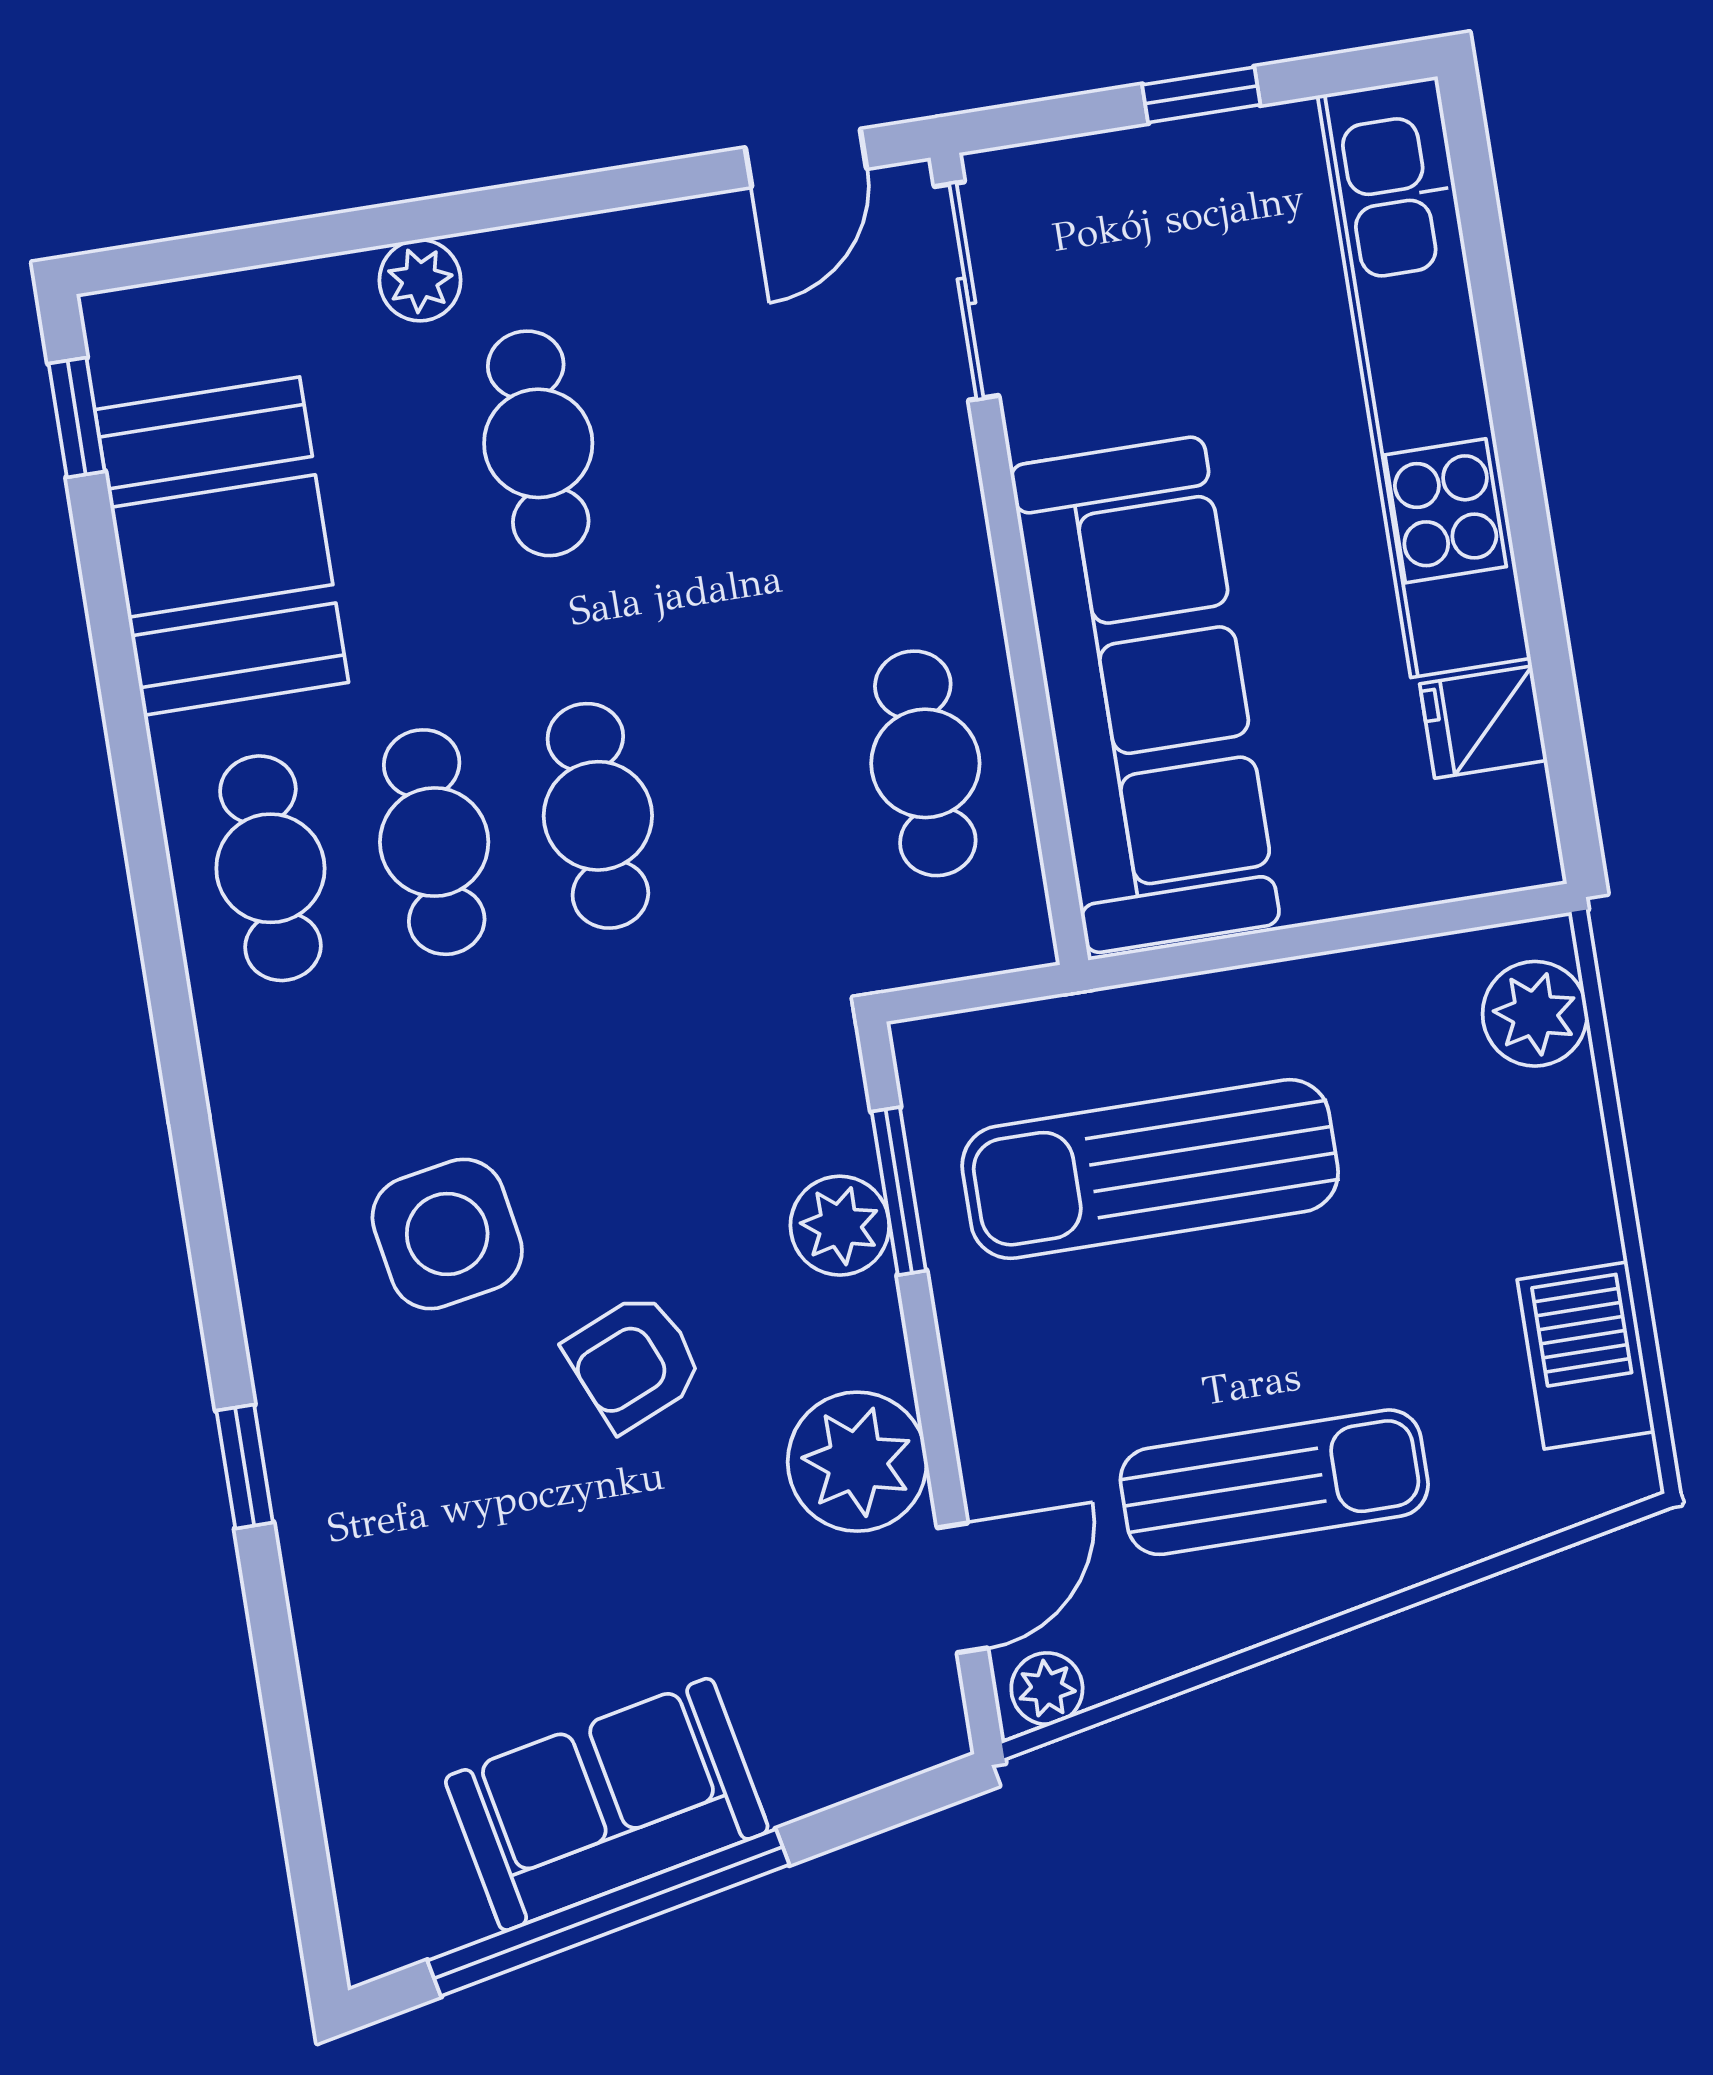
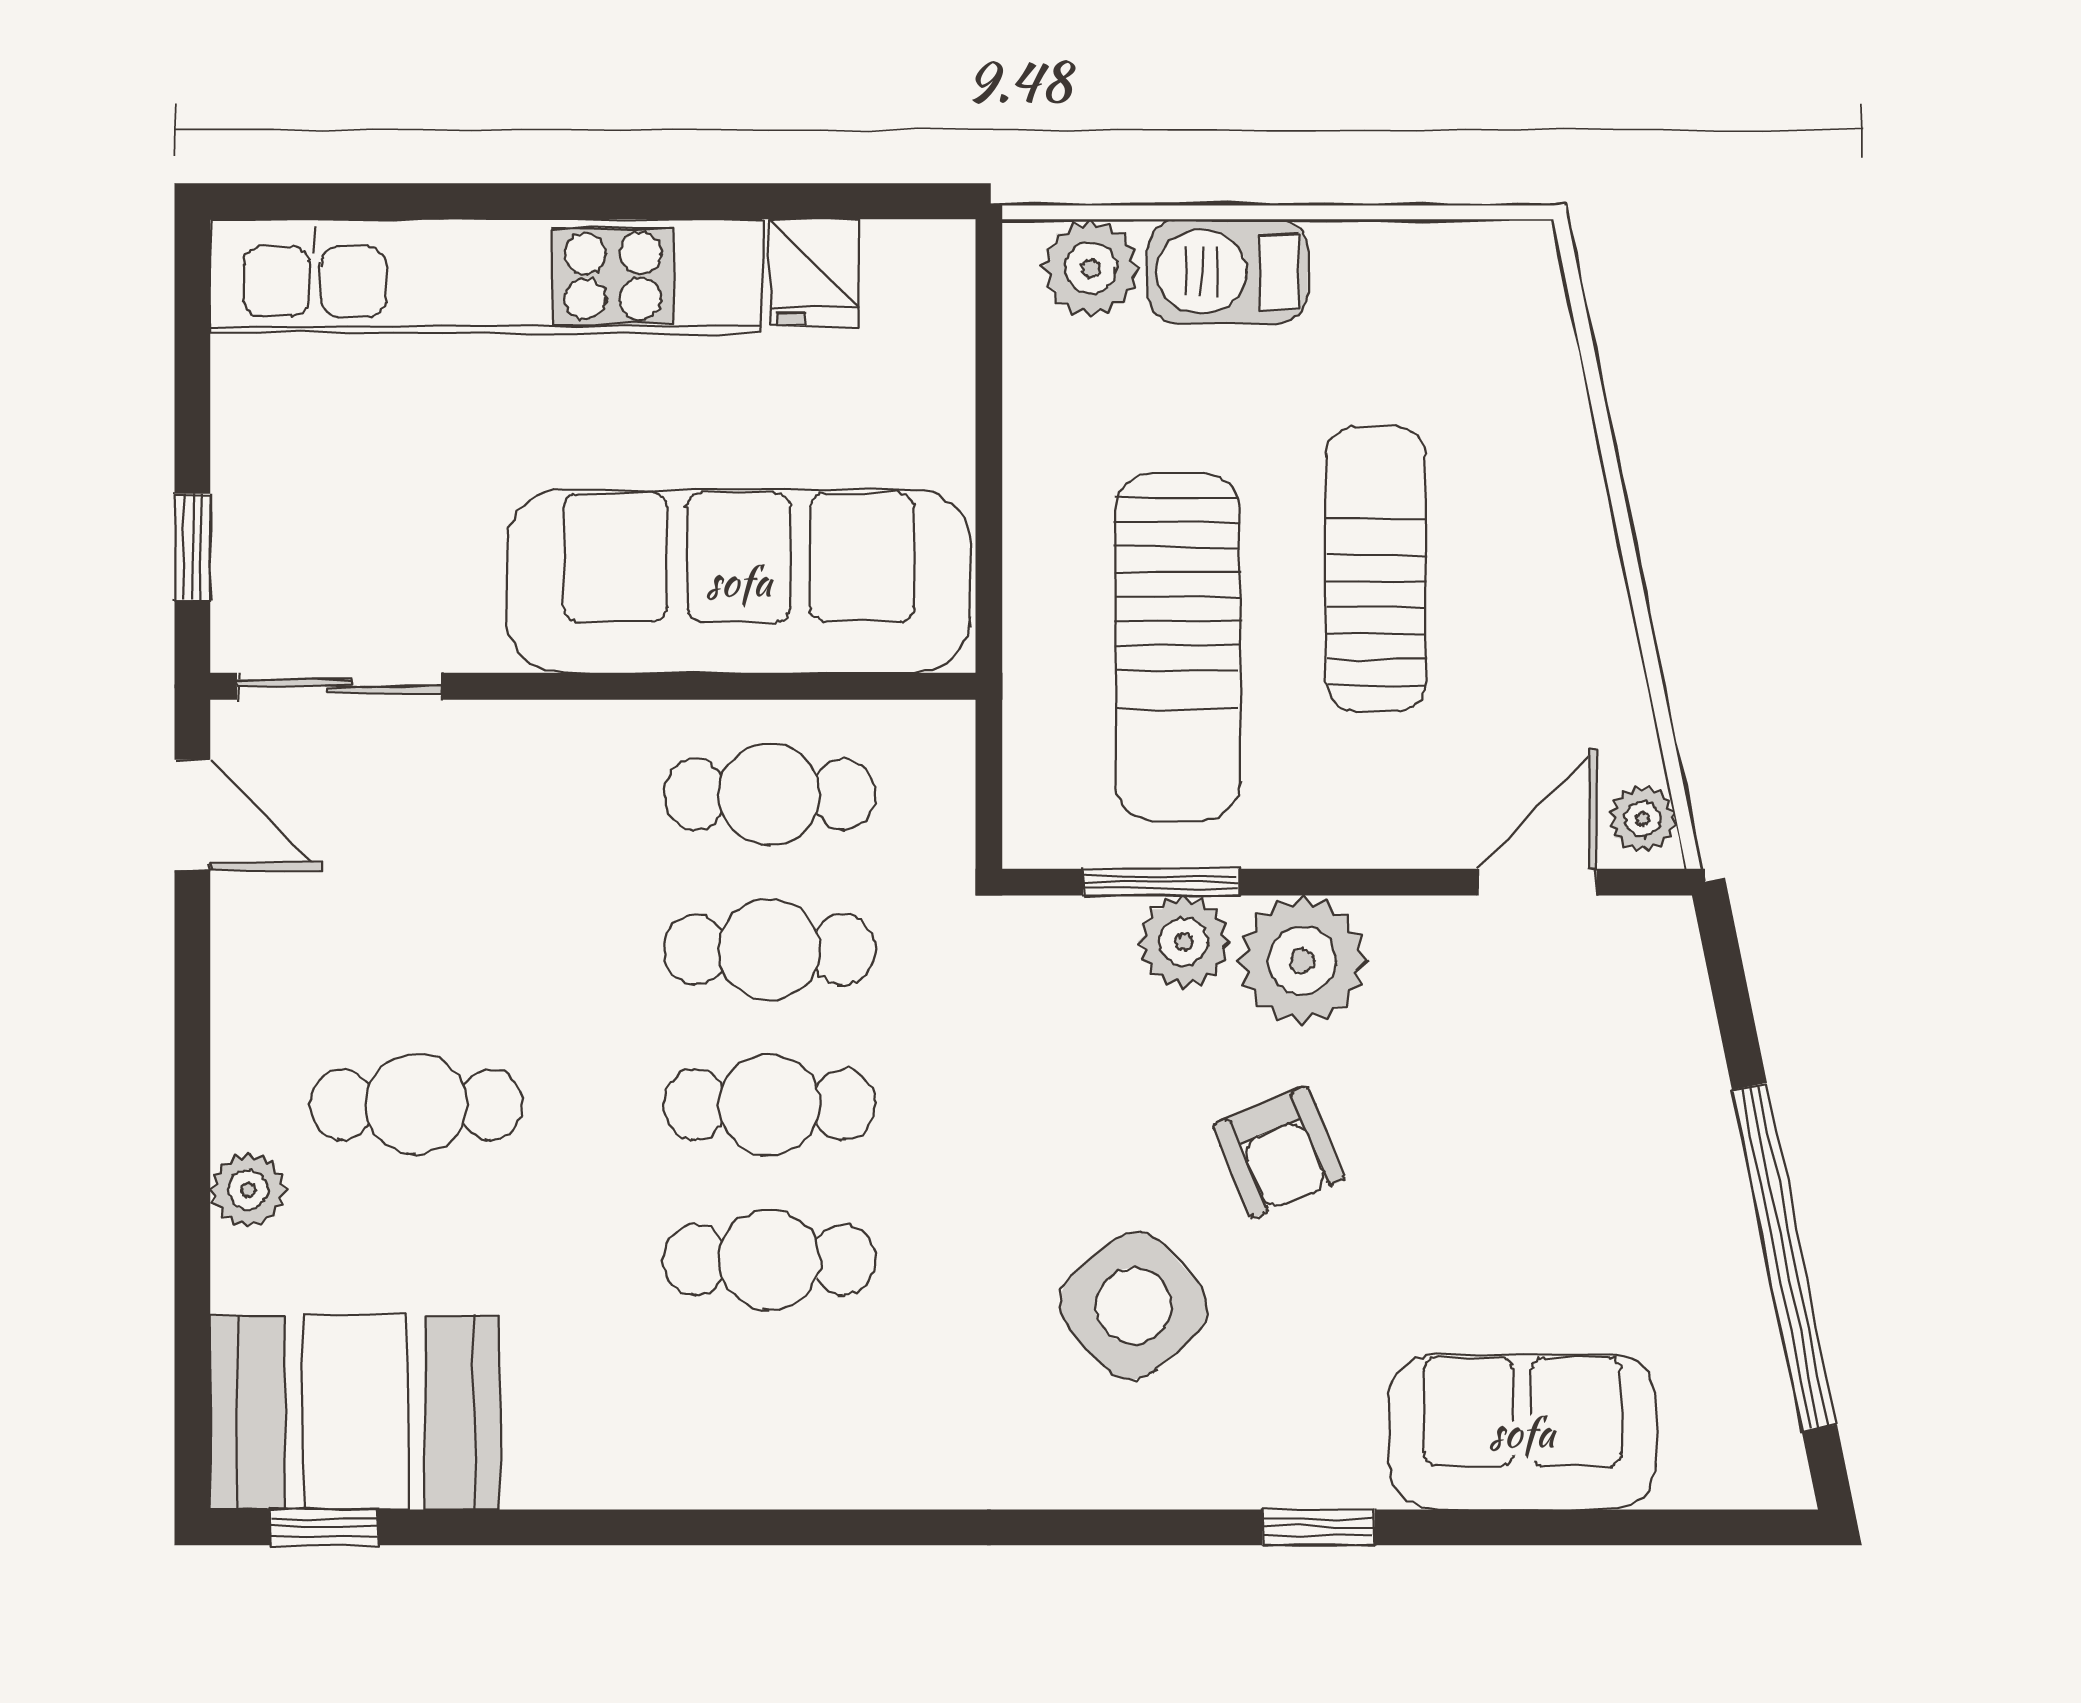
window: (1201, 95) -> (192, 547), moved
booth: (222, 546) -> (355, 1412), moved
cafe table: (270, 868) -> (769, 949), moved
side table: (447, 1234) -> (1133, 1306), turned -32
barbecue: (1586, 1356) -> (1227, 272), moved
plant: (857, 1462) -> (1302, 961), moved
sun lounger: (1274, 1482) -> (1376, 569), moved
door: (962, 1588) -> (1537, 882), hinge flipped
sofa: (607, 1804) -> (1522, 1432), moved, turned 102

